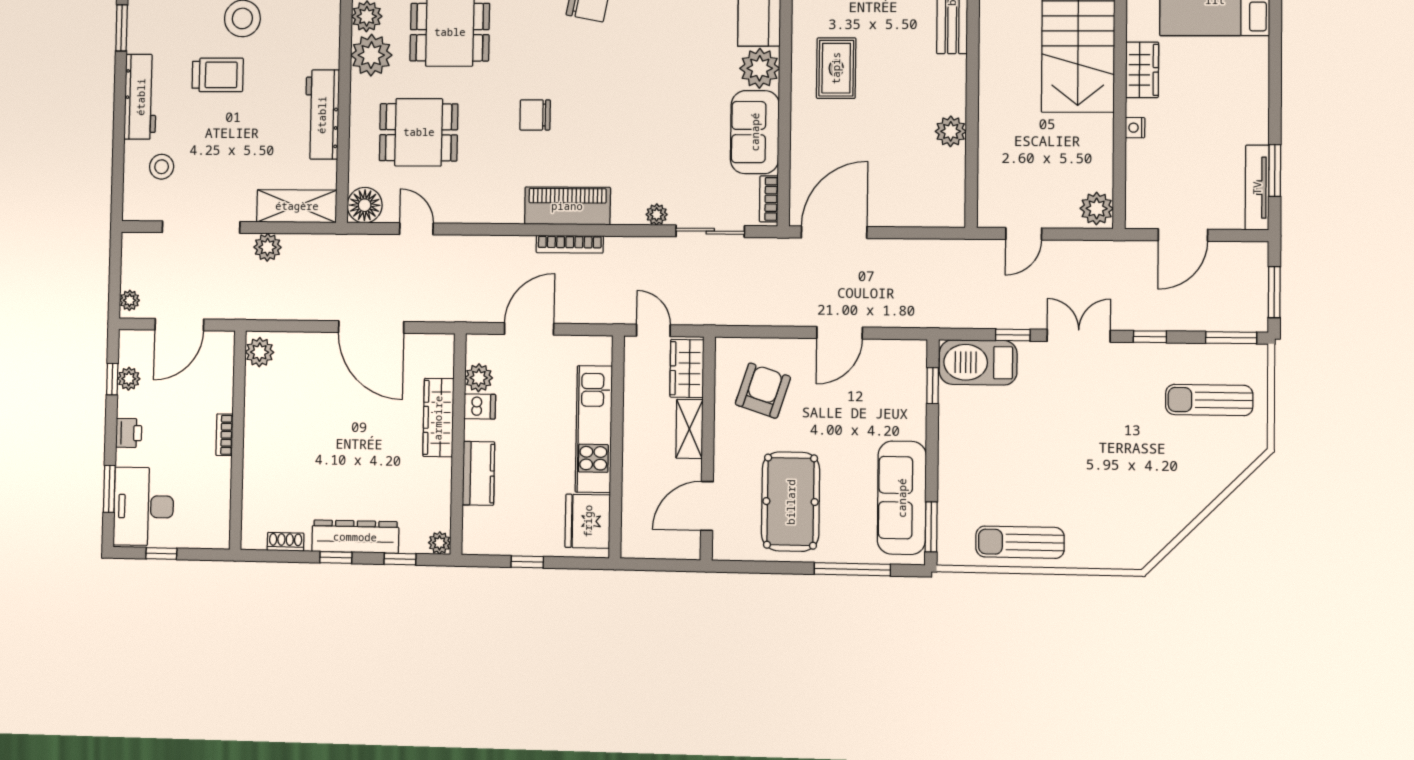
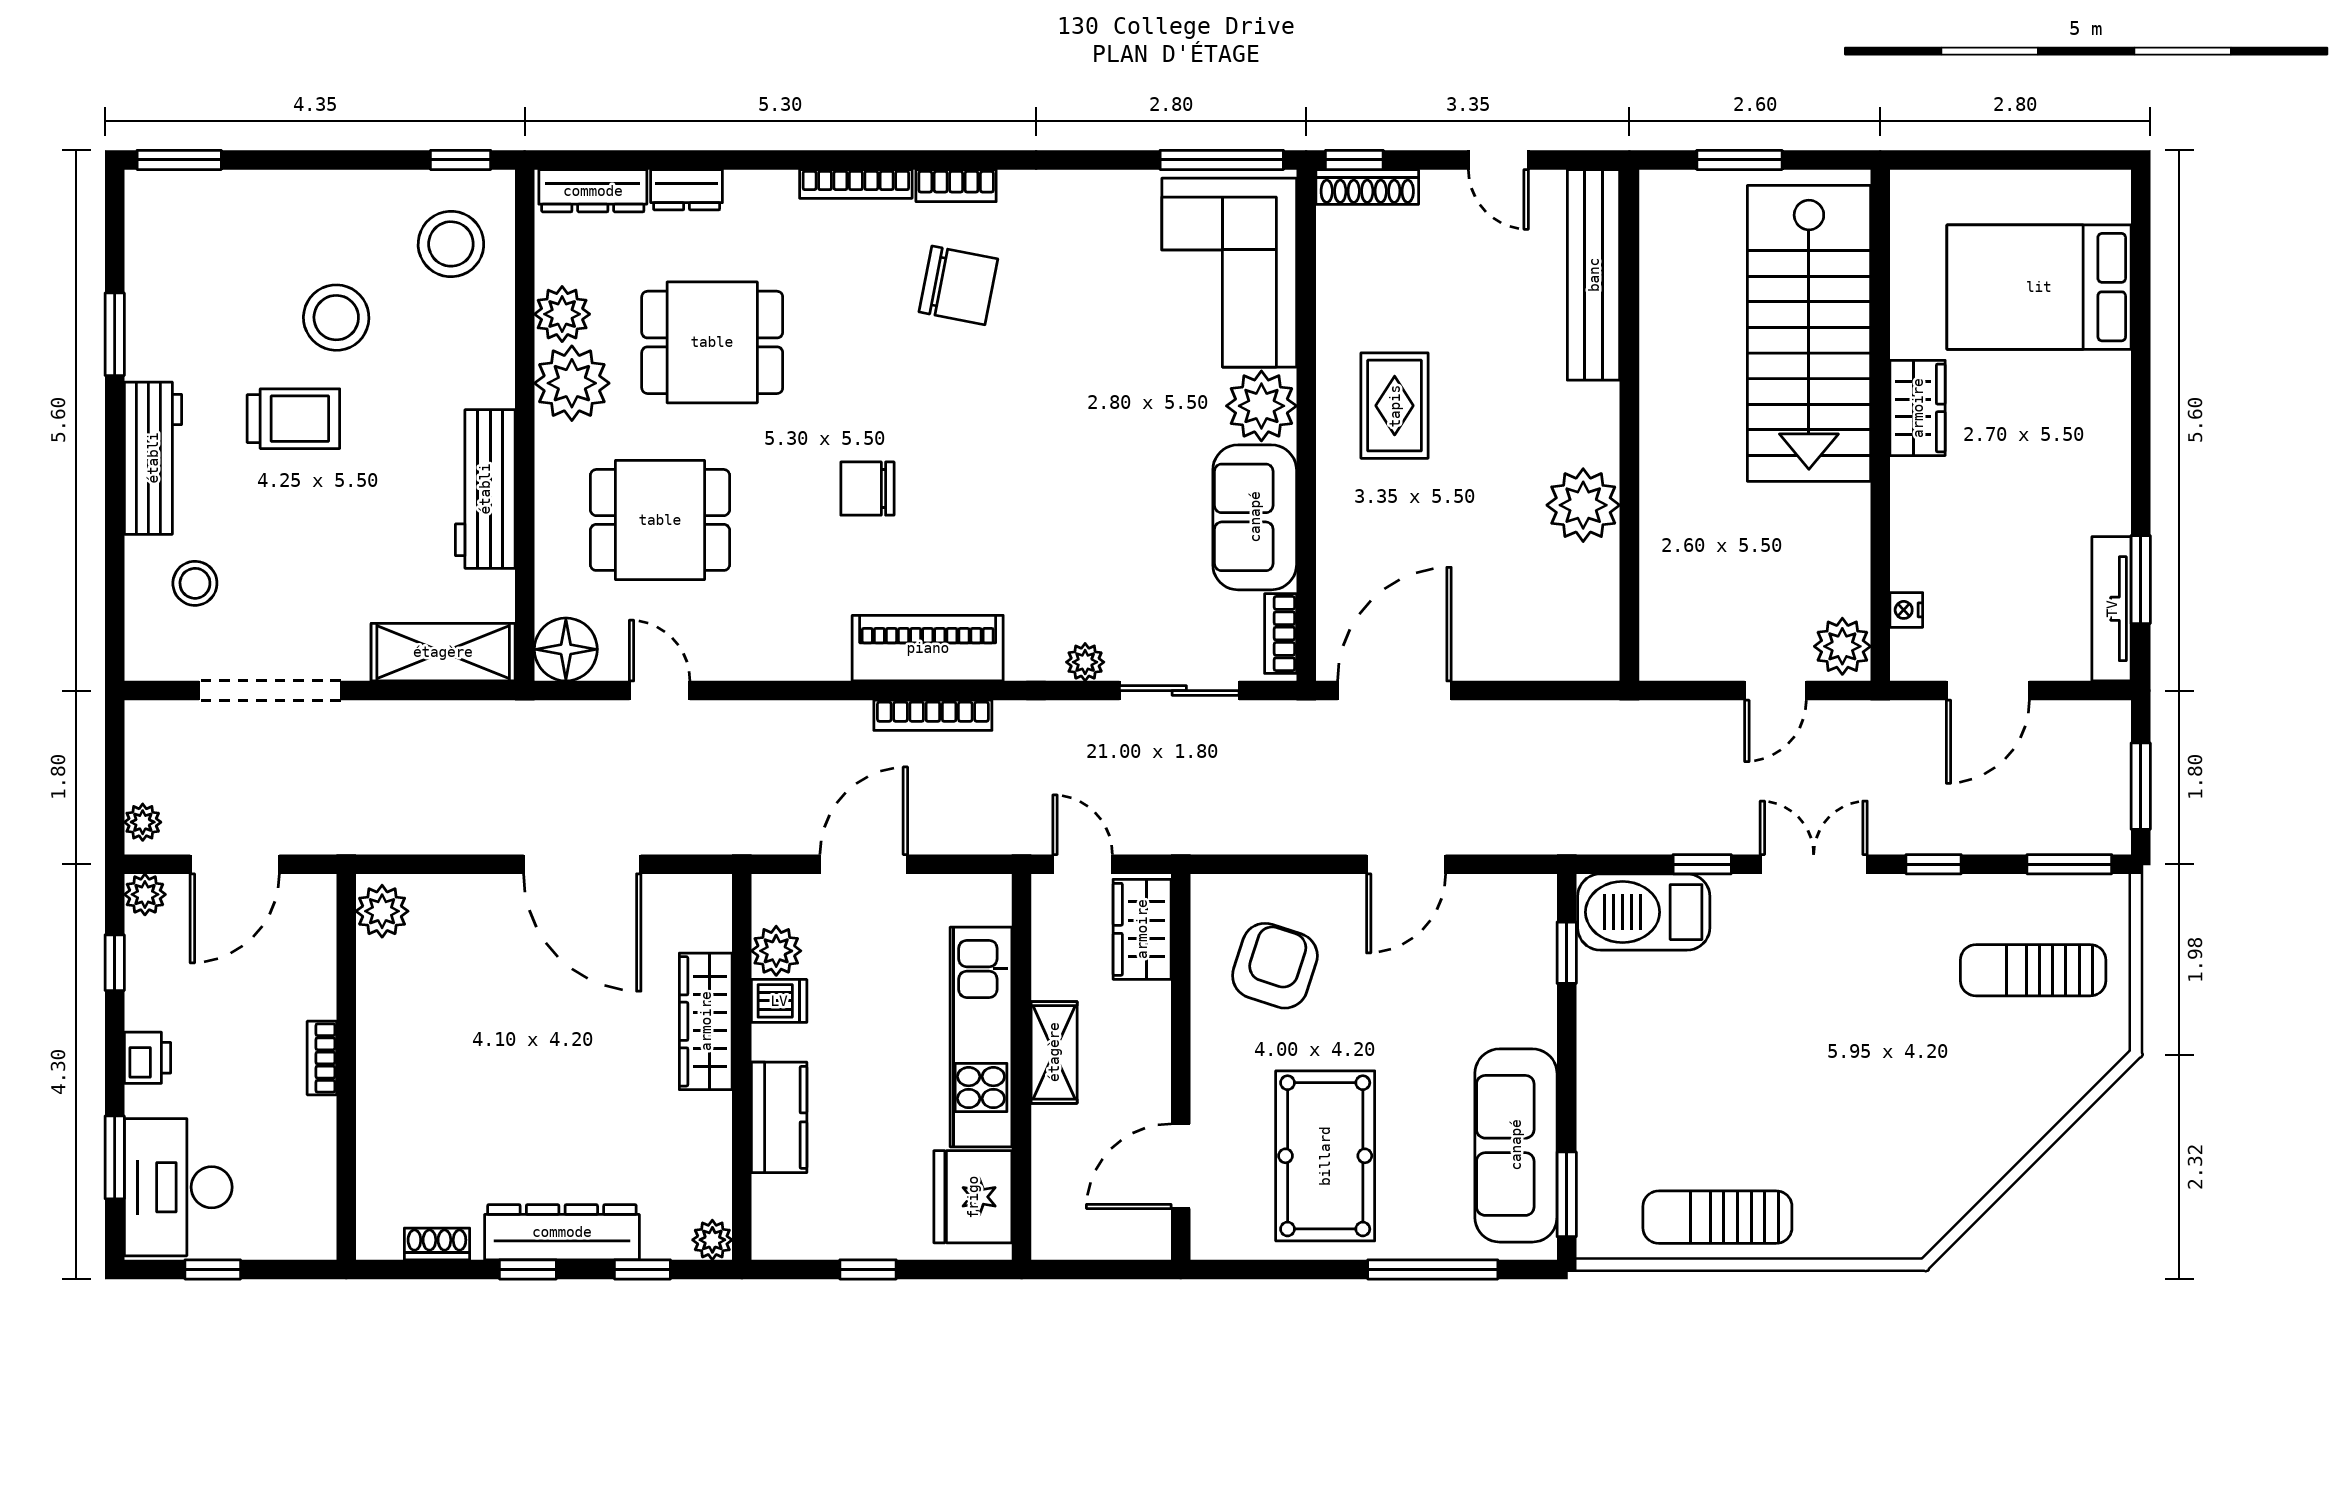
nightstand: (1135, 128) -> (1906, 610), moved
plant: (951, 131) -> (1583, 505), width x1.36, depth x1.36
door: (1024, 234) -> (1775, 691), moved
plant: (268, 247) -> (392, 725), removed
plant: (129, 379) -> (145, 894), moved
shelving: (689, 429) -> (1054, 1052), moved

